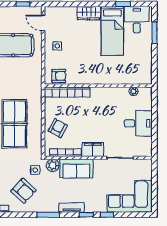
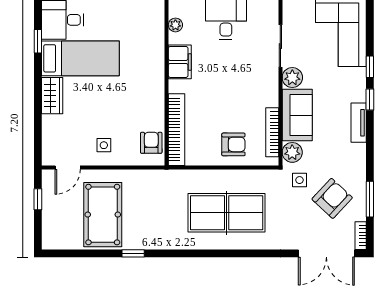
armchair: (58, 128) -> (233, 144), turned 152
filing cabinet: (93, 150) -> (180, 62), moved, turned 180
plant: (100, 165) -> (292, 78), added
window: (48, 215) -> (370, 199), moved

